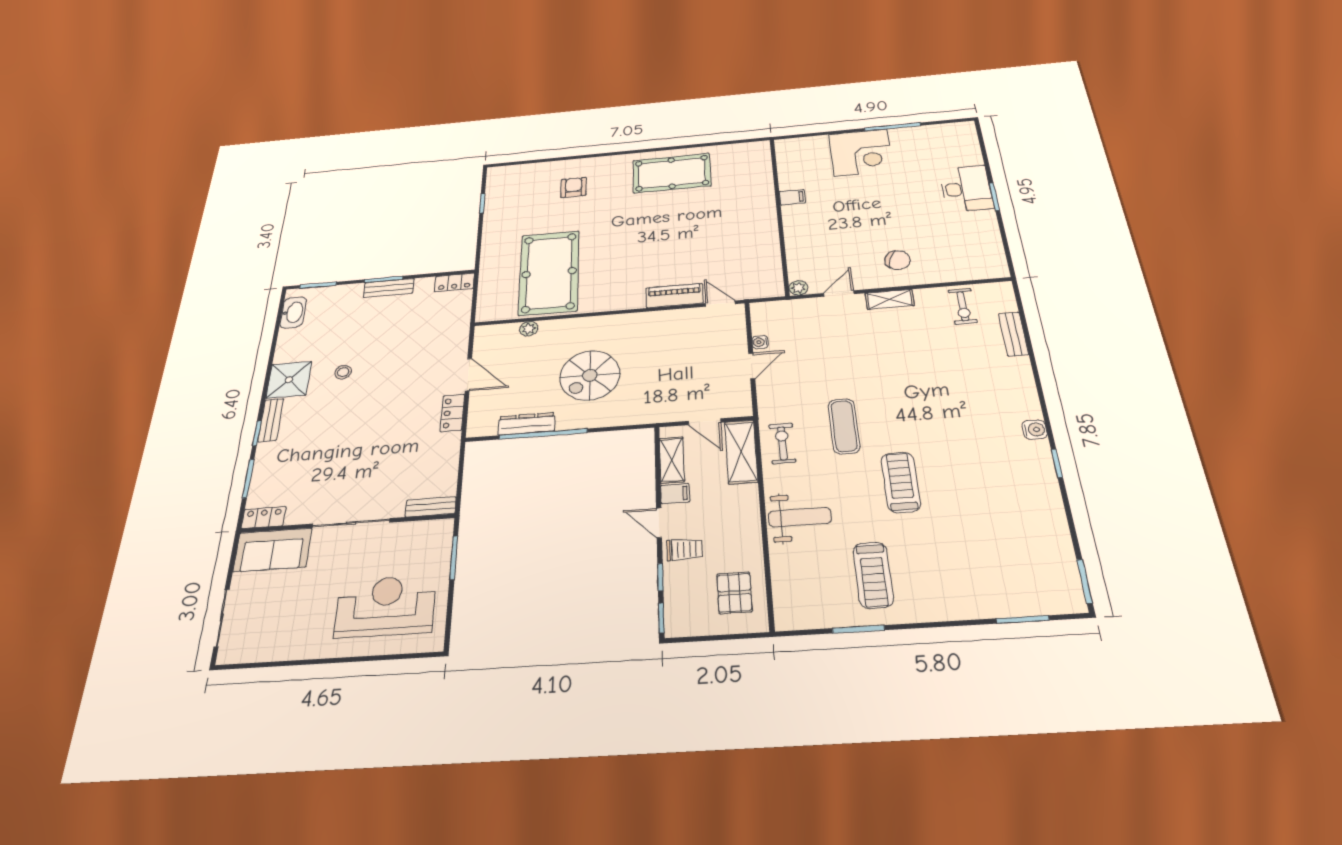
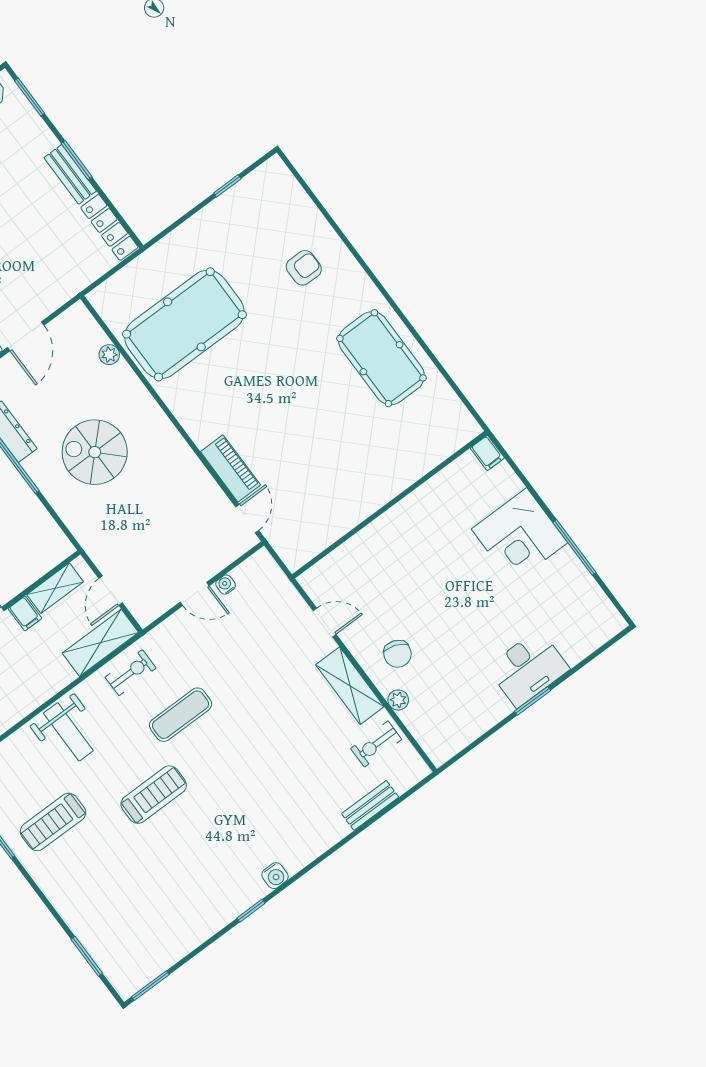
filing cabinet: (792, 197) -> (487, 453), moved
locker: (454, 282) -> (109, 227), width x1.53
plant: (798, 288) -> (398, 700), moved
shelving: (890, 299) -> (350, 686), width x1.50, depth x1.33

